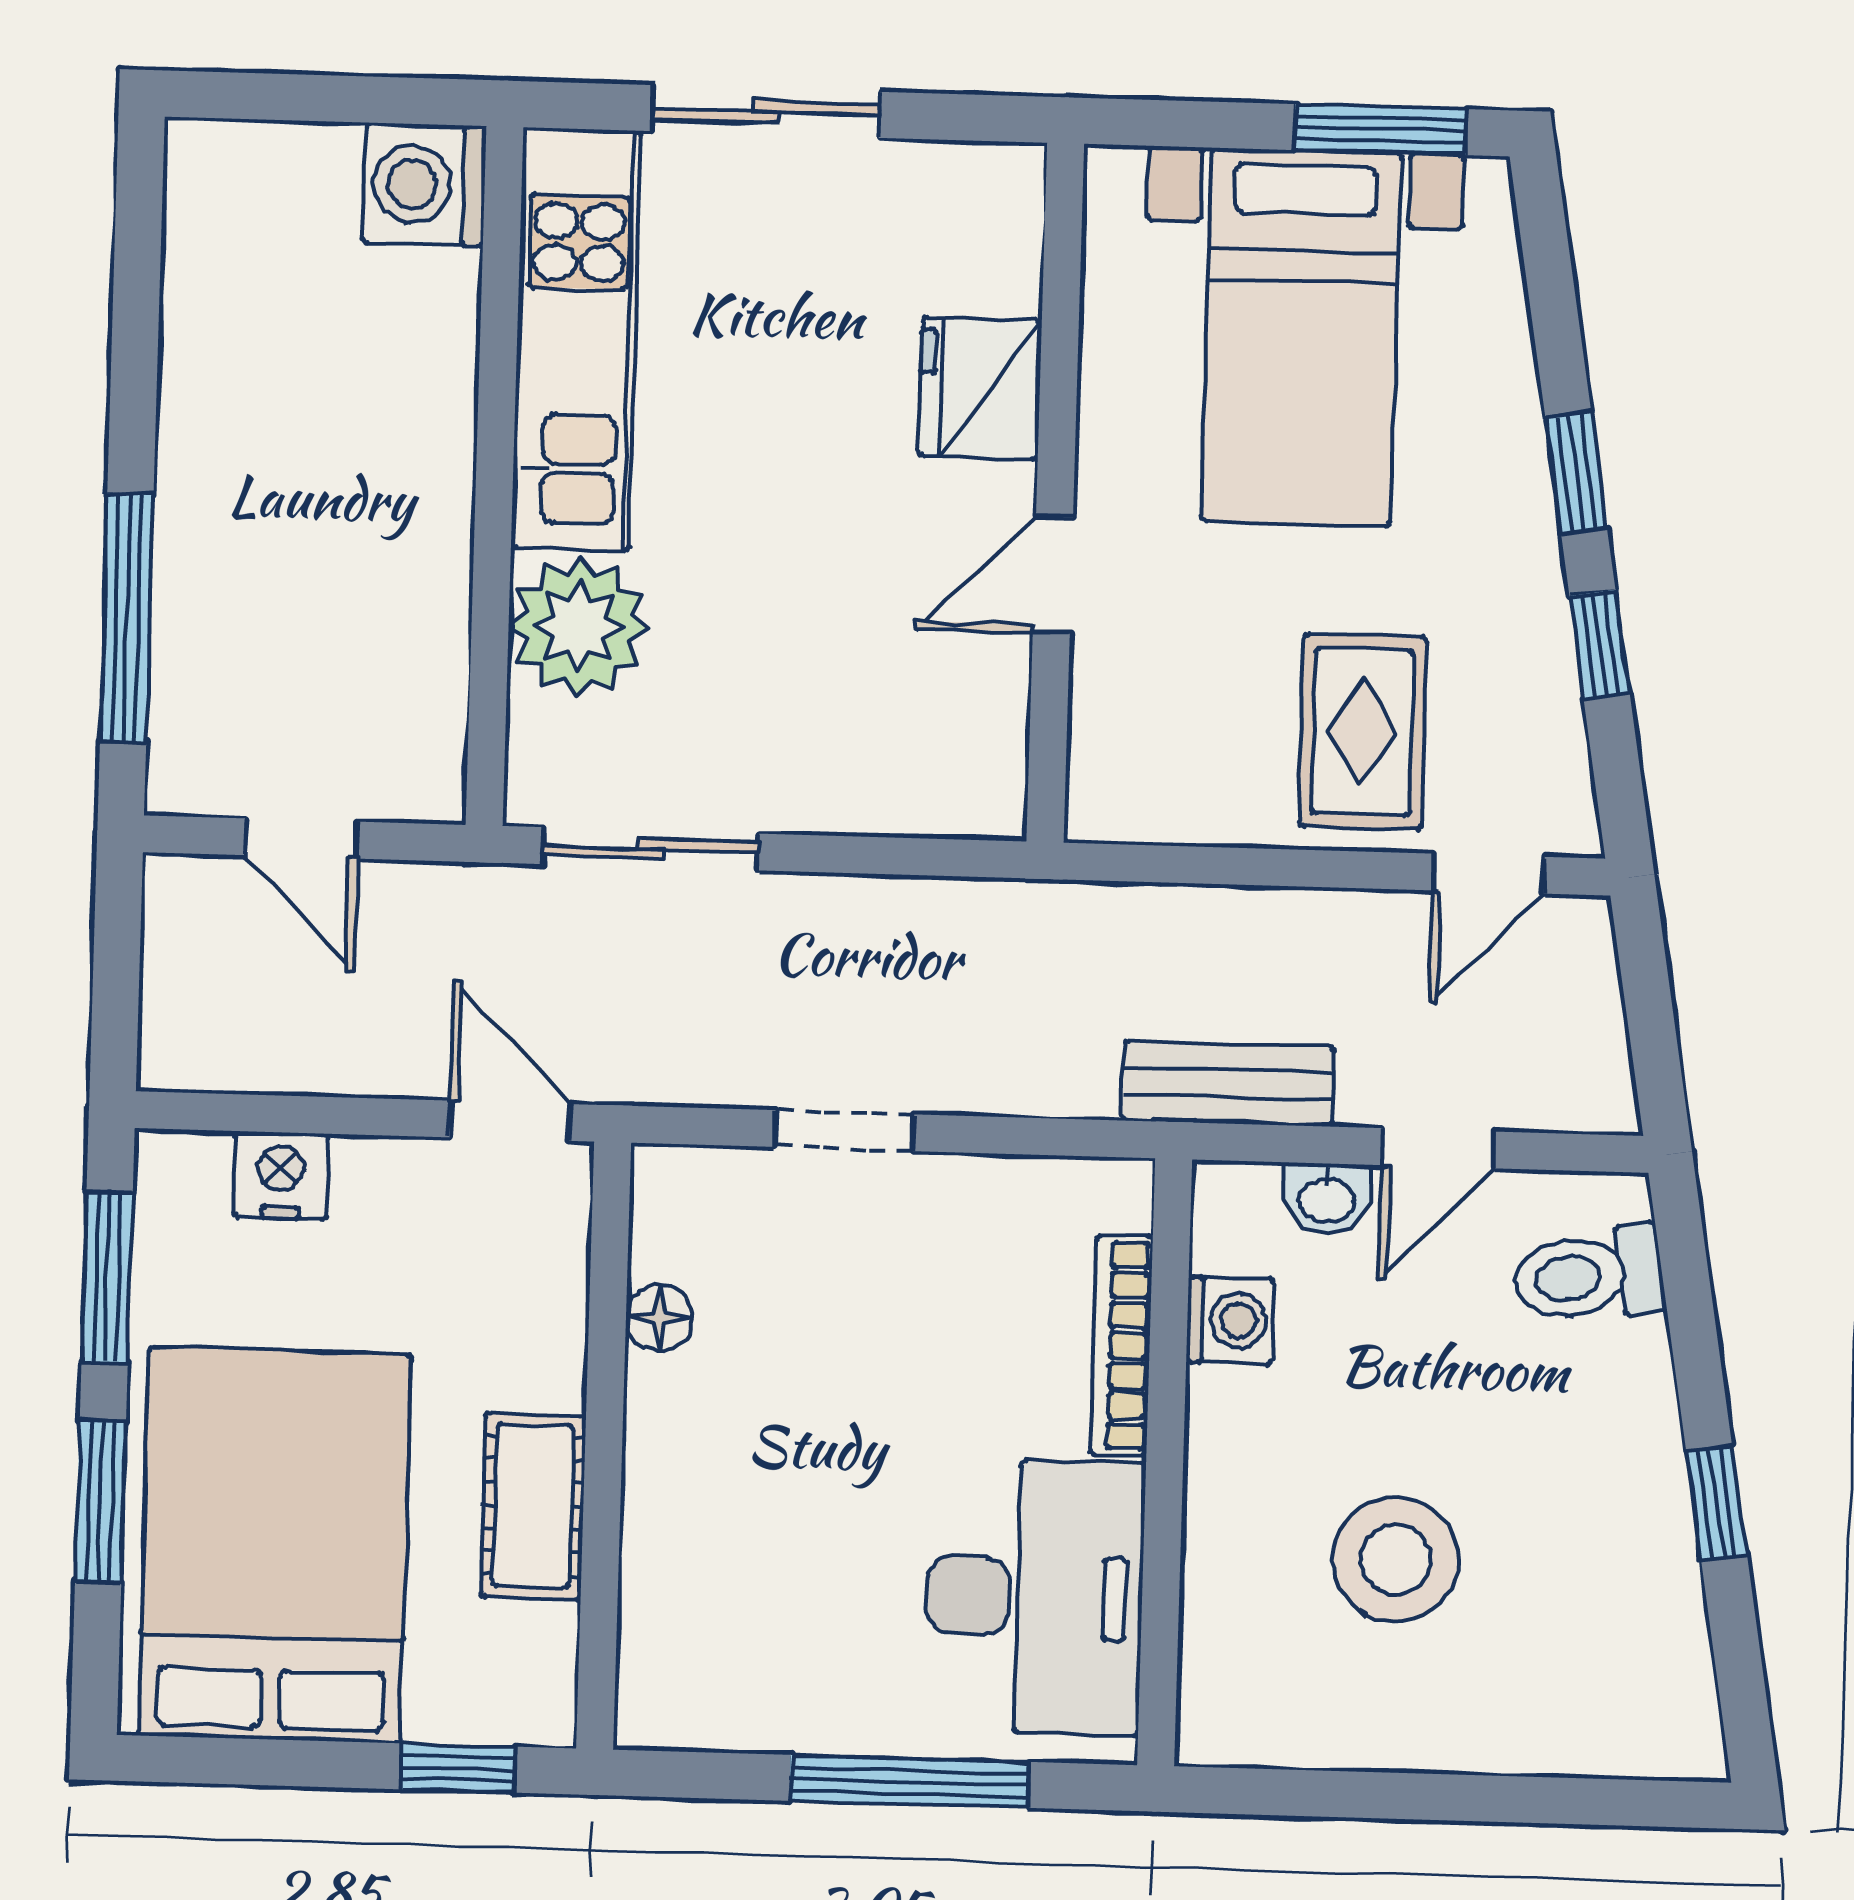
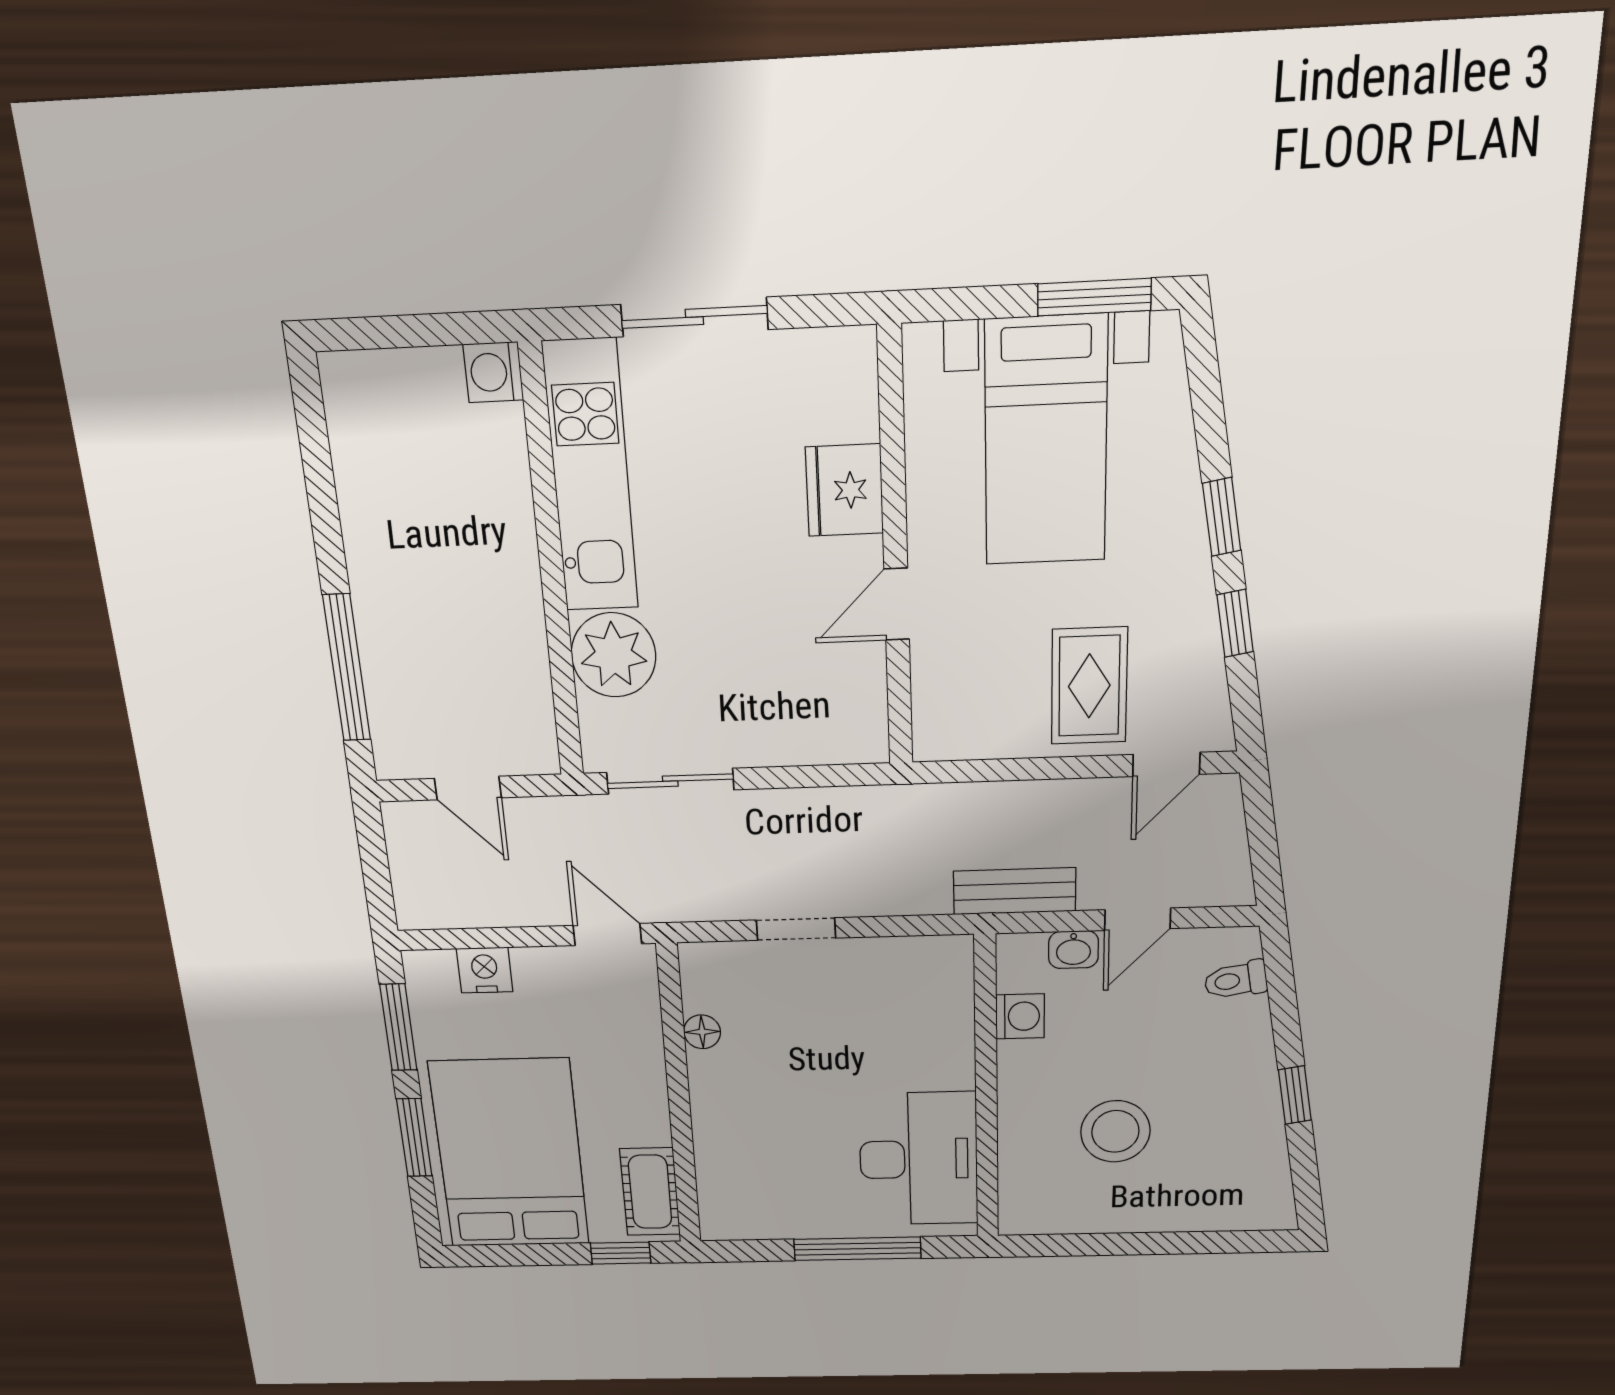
washing machine: (424, 185) -> (493, 372), width x0.73, depth x0.73
toilet: (1588, 1276) -> (1236, 980), width x0.73, depth x0.72
bookcase: (1122, 1346) -> (960, 1032), removed
cot: (533, 1506) -> (650, 1192), moved

